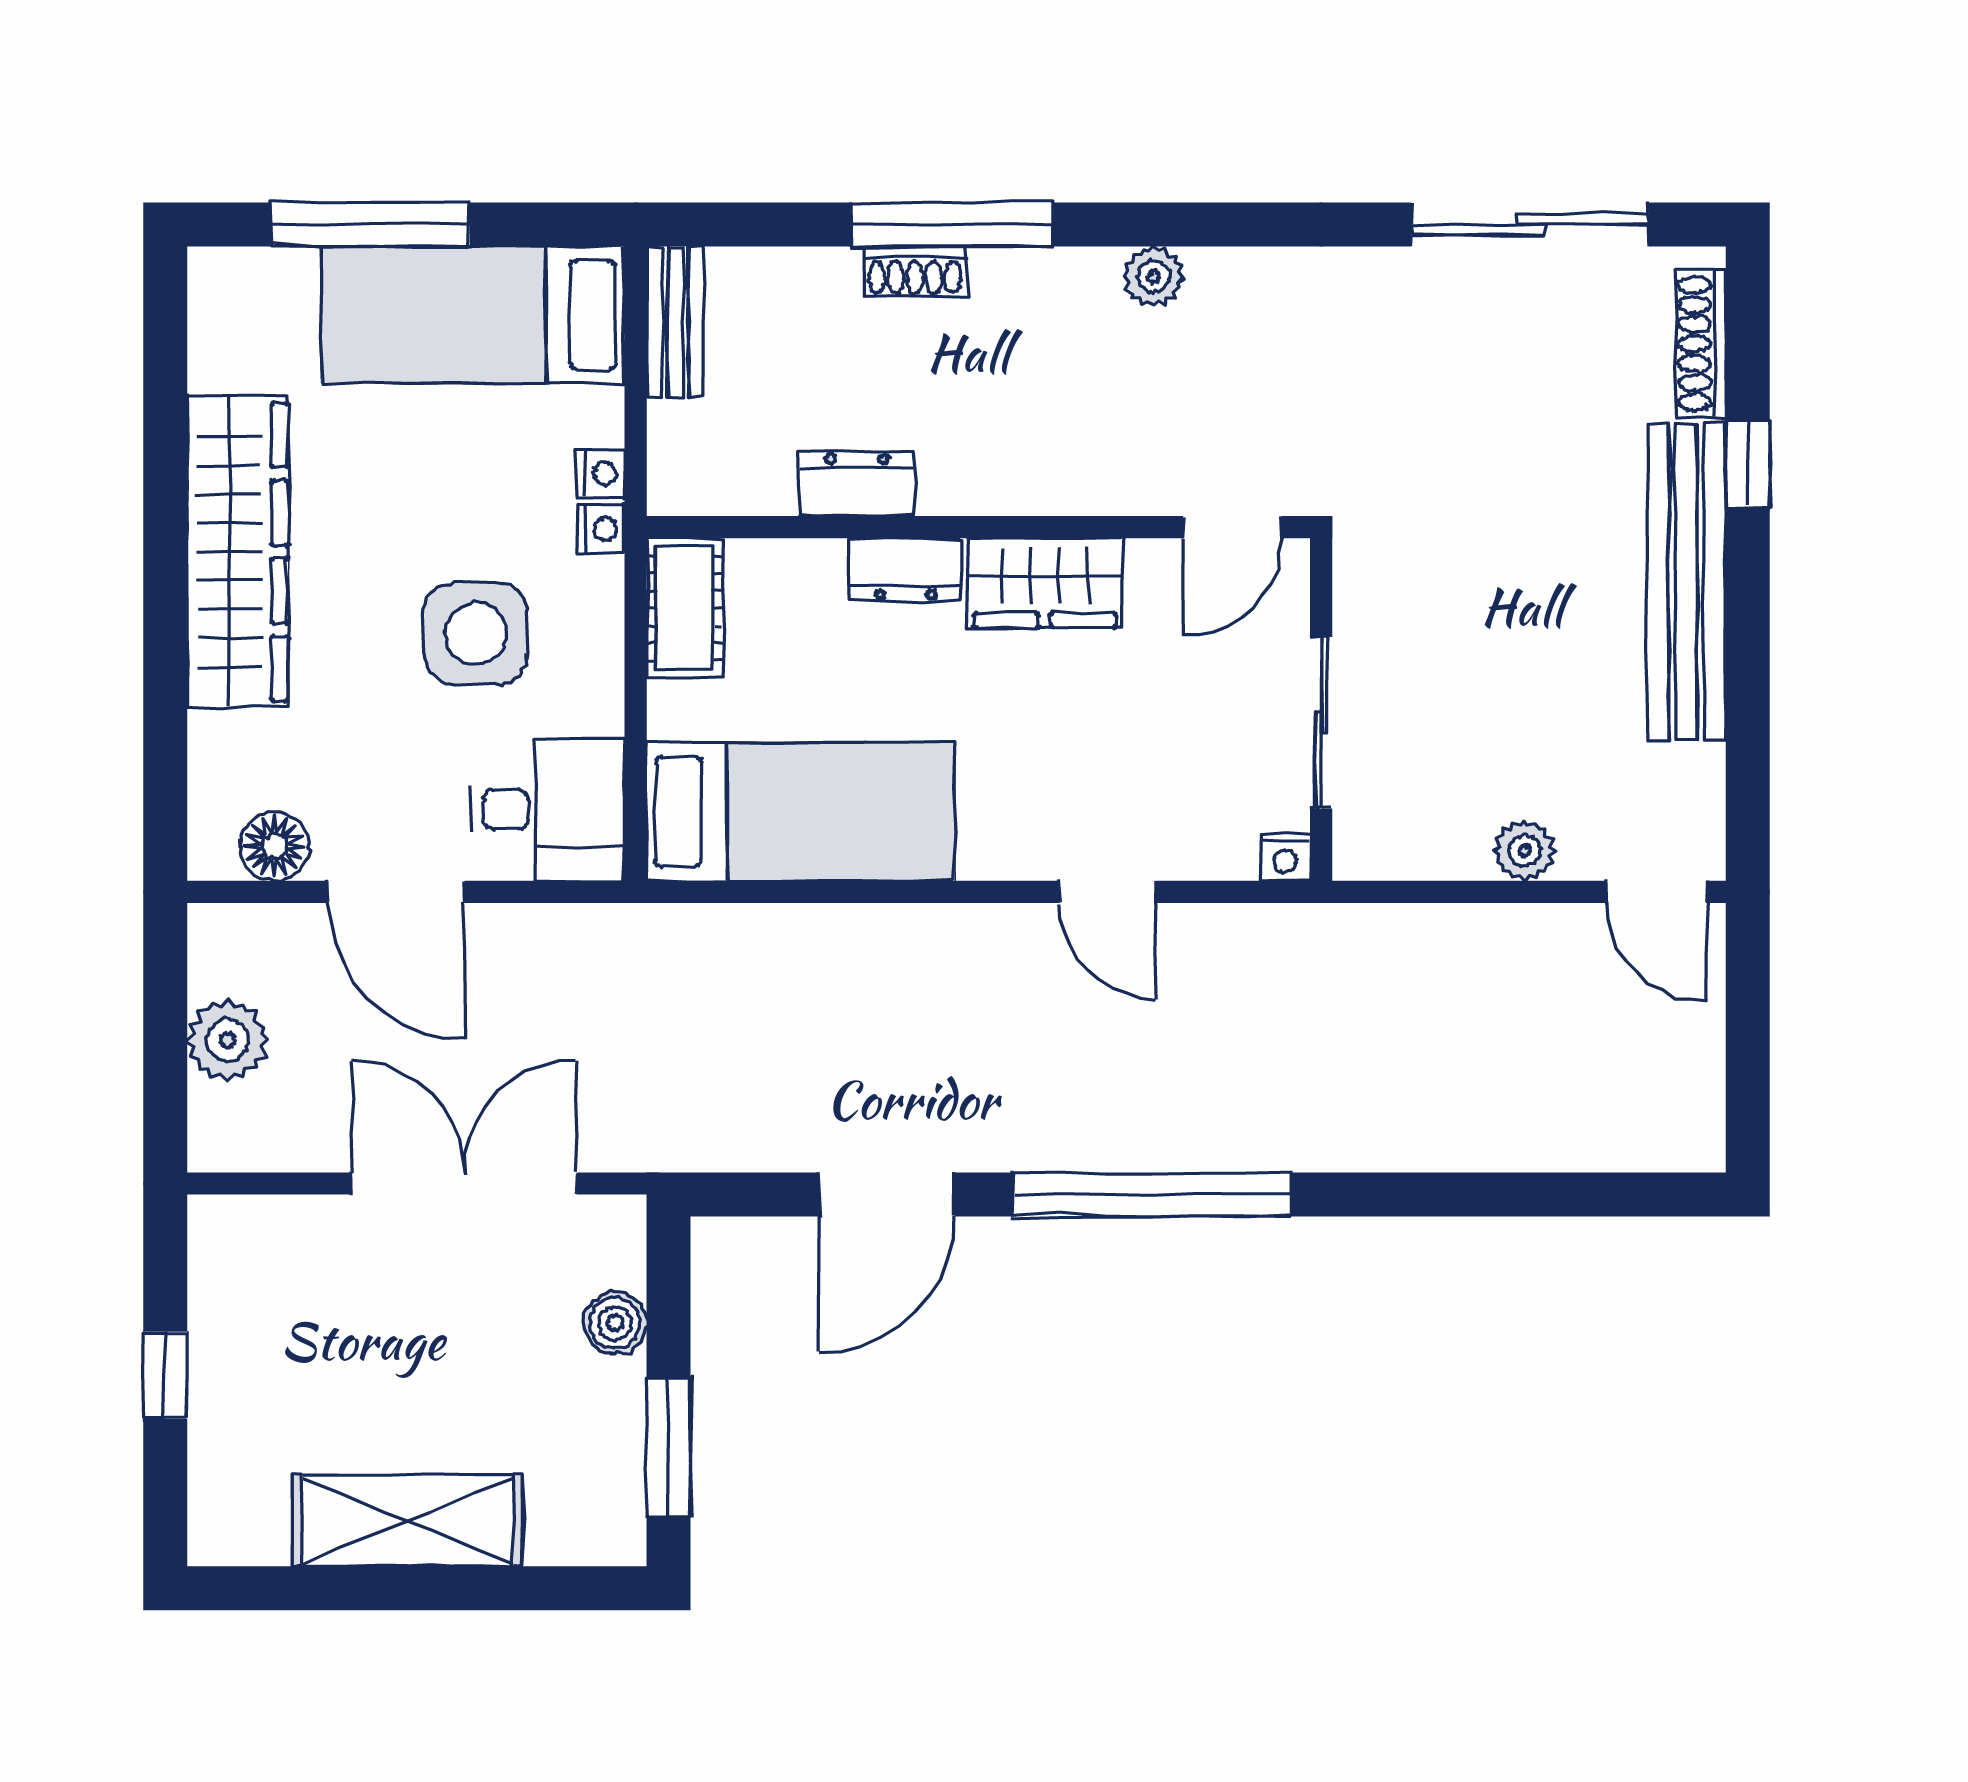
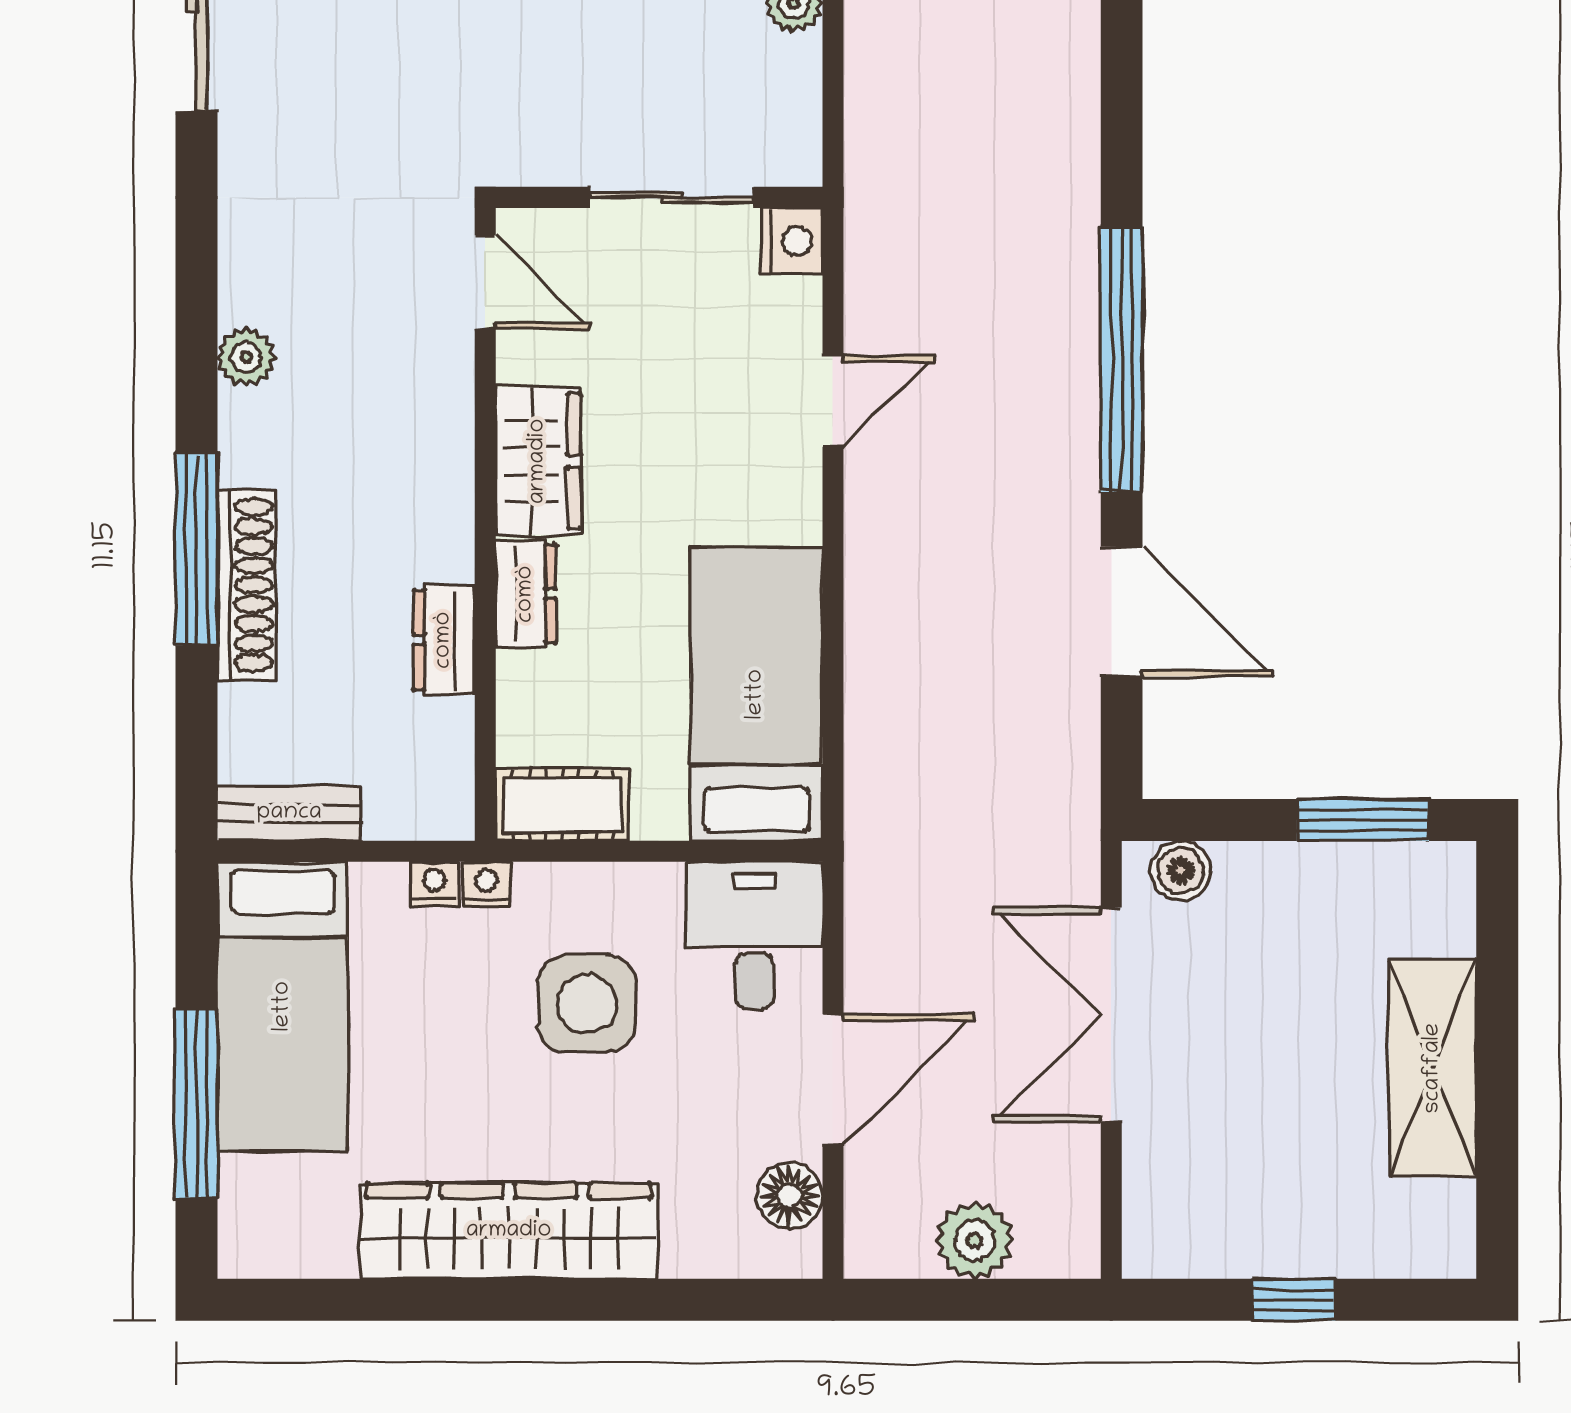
shoe rack: (915, 271) -> (247, 585), width x1.94, depth x1.24
nightstand: (1285, 857) -> (792, 241), width x1.39, depth x1.35
boiler: (615, 1323) -> (1181, 871), moved

